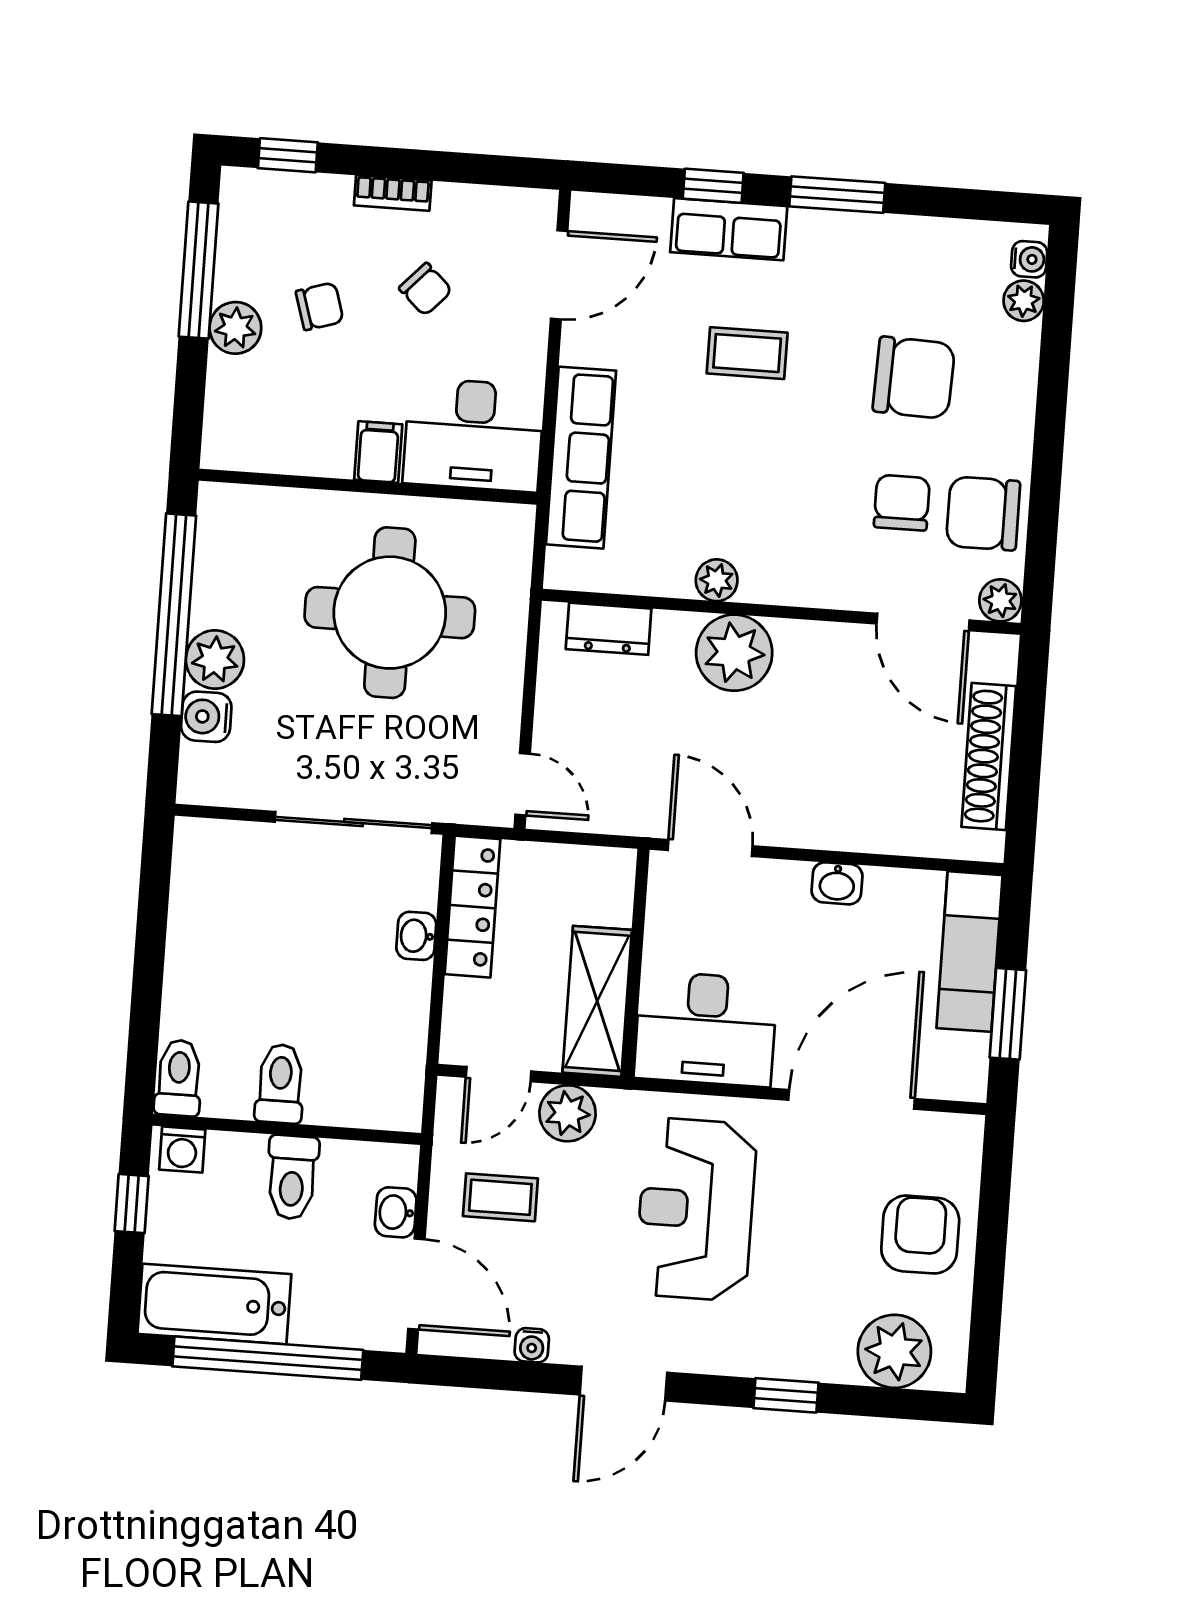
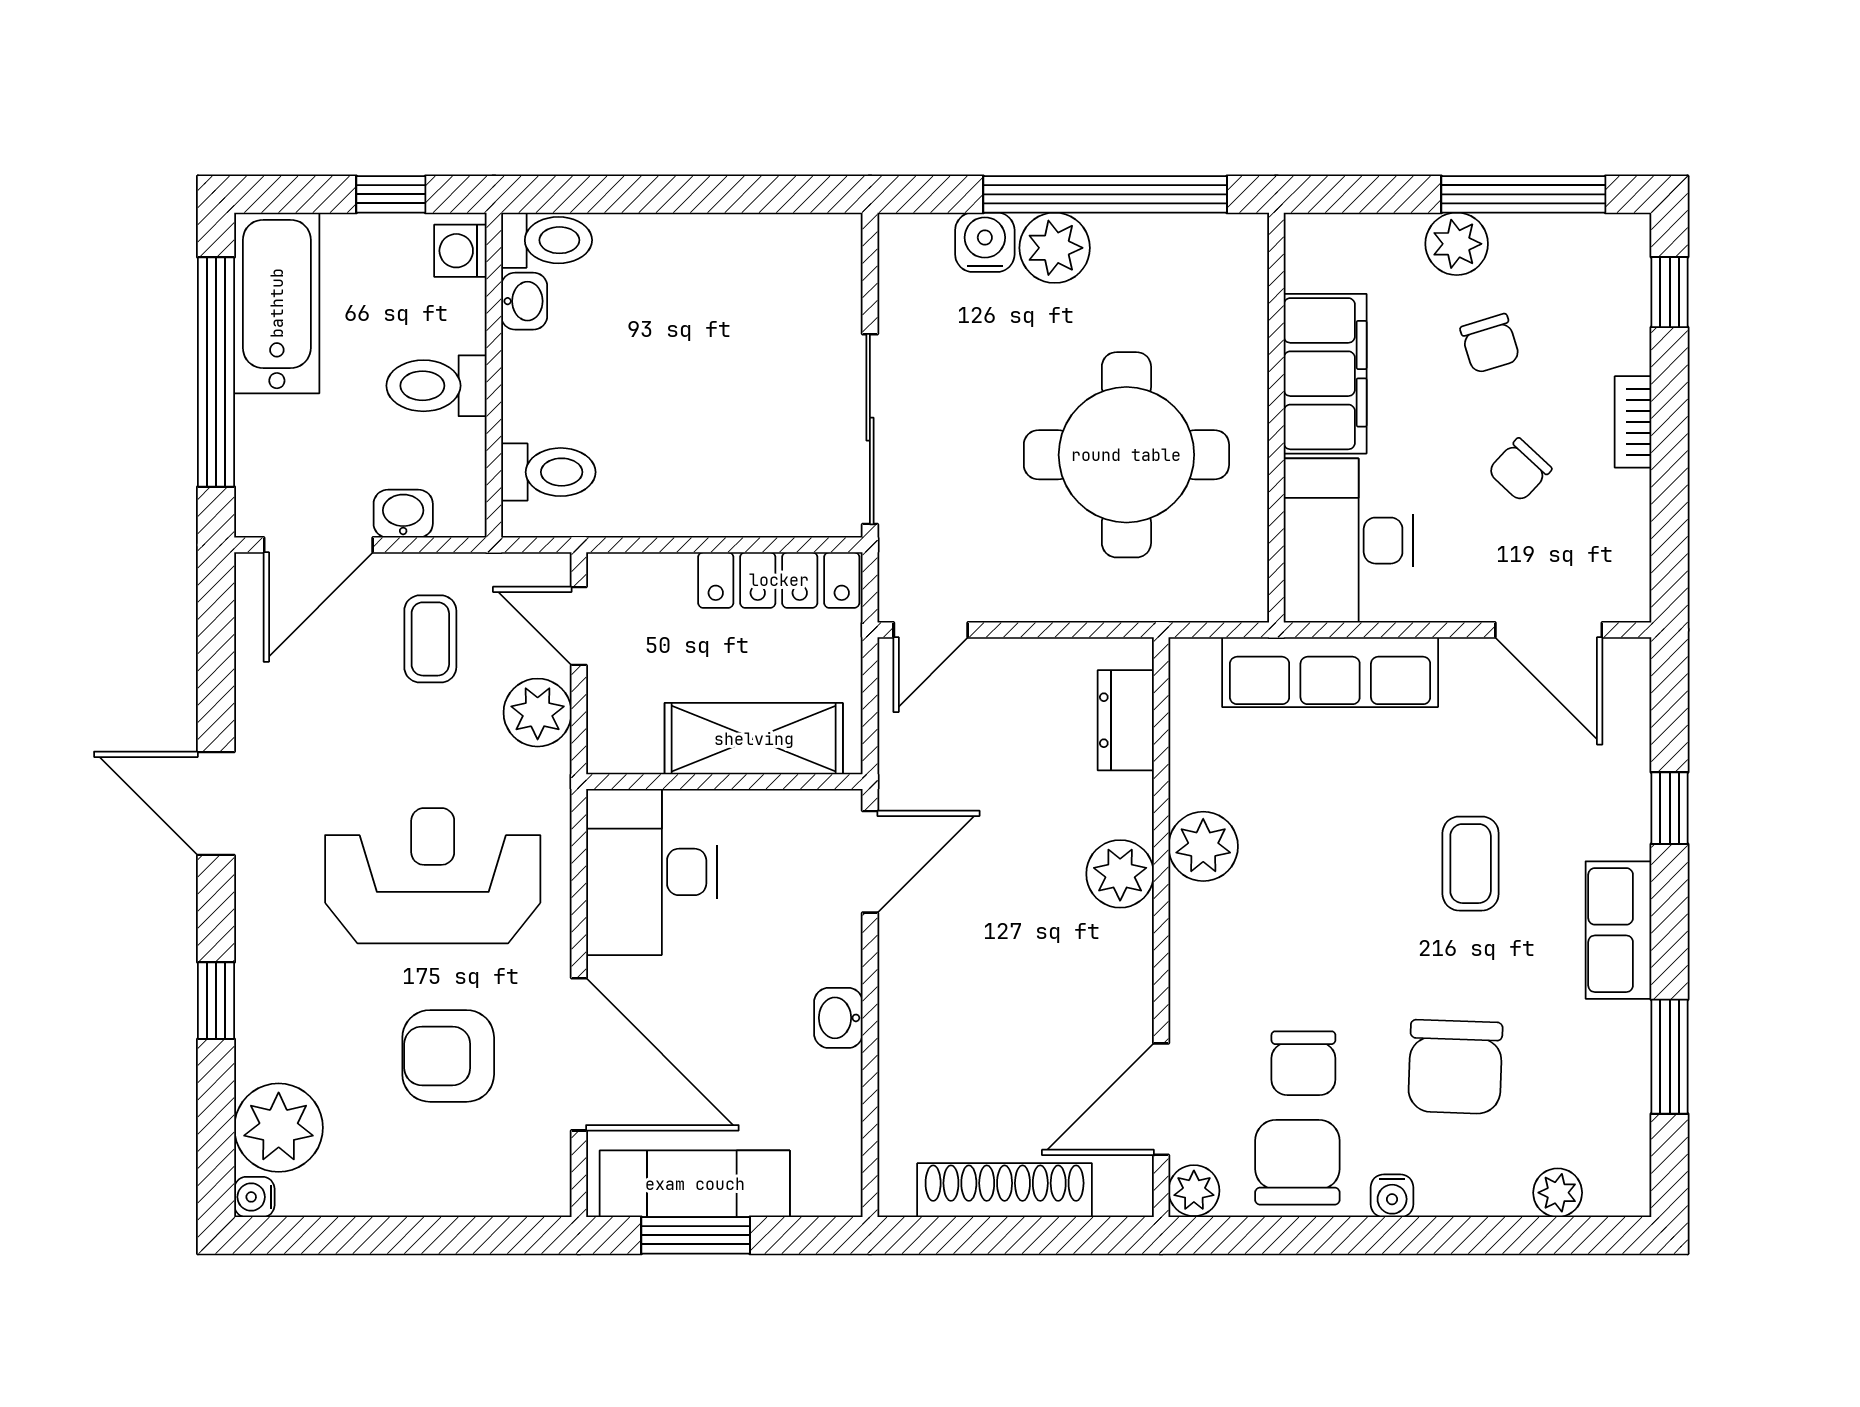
window: (837, 195) -> (1670, 1057), moved
row of seats: (729, 229) -> (1618, 930), moved
water cooler: (1029, 259) -> (1392, 1196), moved
filing cabinet: (378, 452) -> (1325, 374), width x3.00, depth x1.17
chair: (902, 503) -> (1303, 1063), turned 90
plant: (717, 580) -> (1203, 846), width x1.38, depth x1.38
plant: (734, 653) -> (1120, 874), width x0.73, depth x0.73
washbasin: (416, 936) -> (524, 301), moved, turned 90
exam couch: (970, 952) -> (695, 1184), moved
shelving: (597, 1001) -> (754, 739), moved
toilet: (280, 1084) -> (548, 472), moved
armchair: (920, 1235) -> (448, 1056), moved, turned 180
water cooler: (532, 1345) -> (254, 1197), moved

